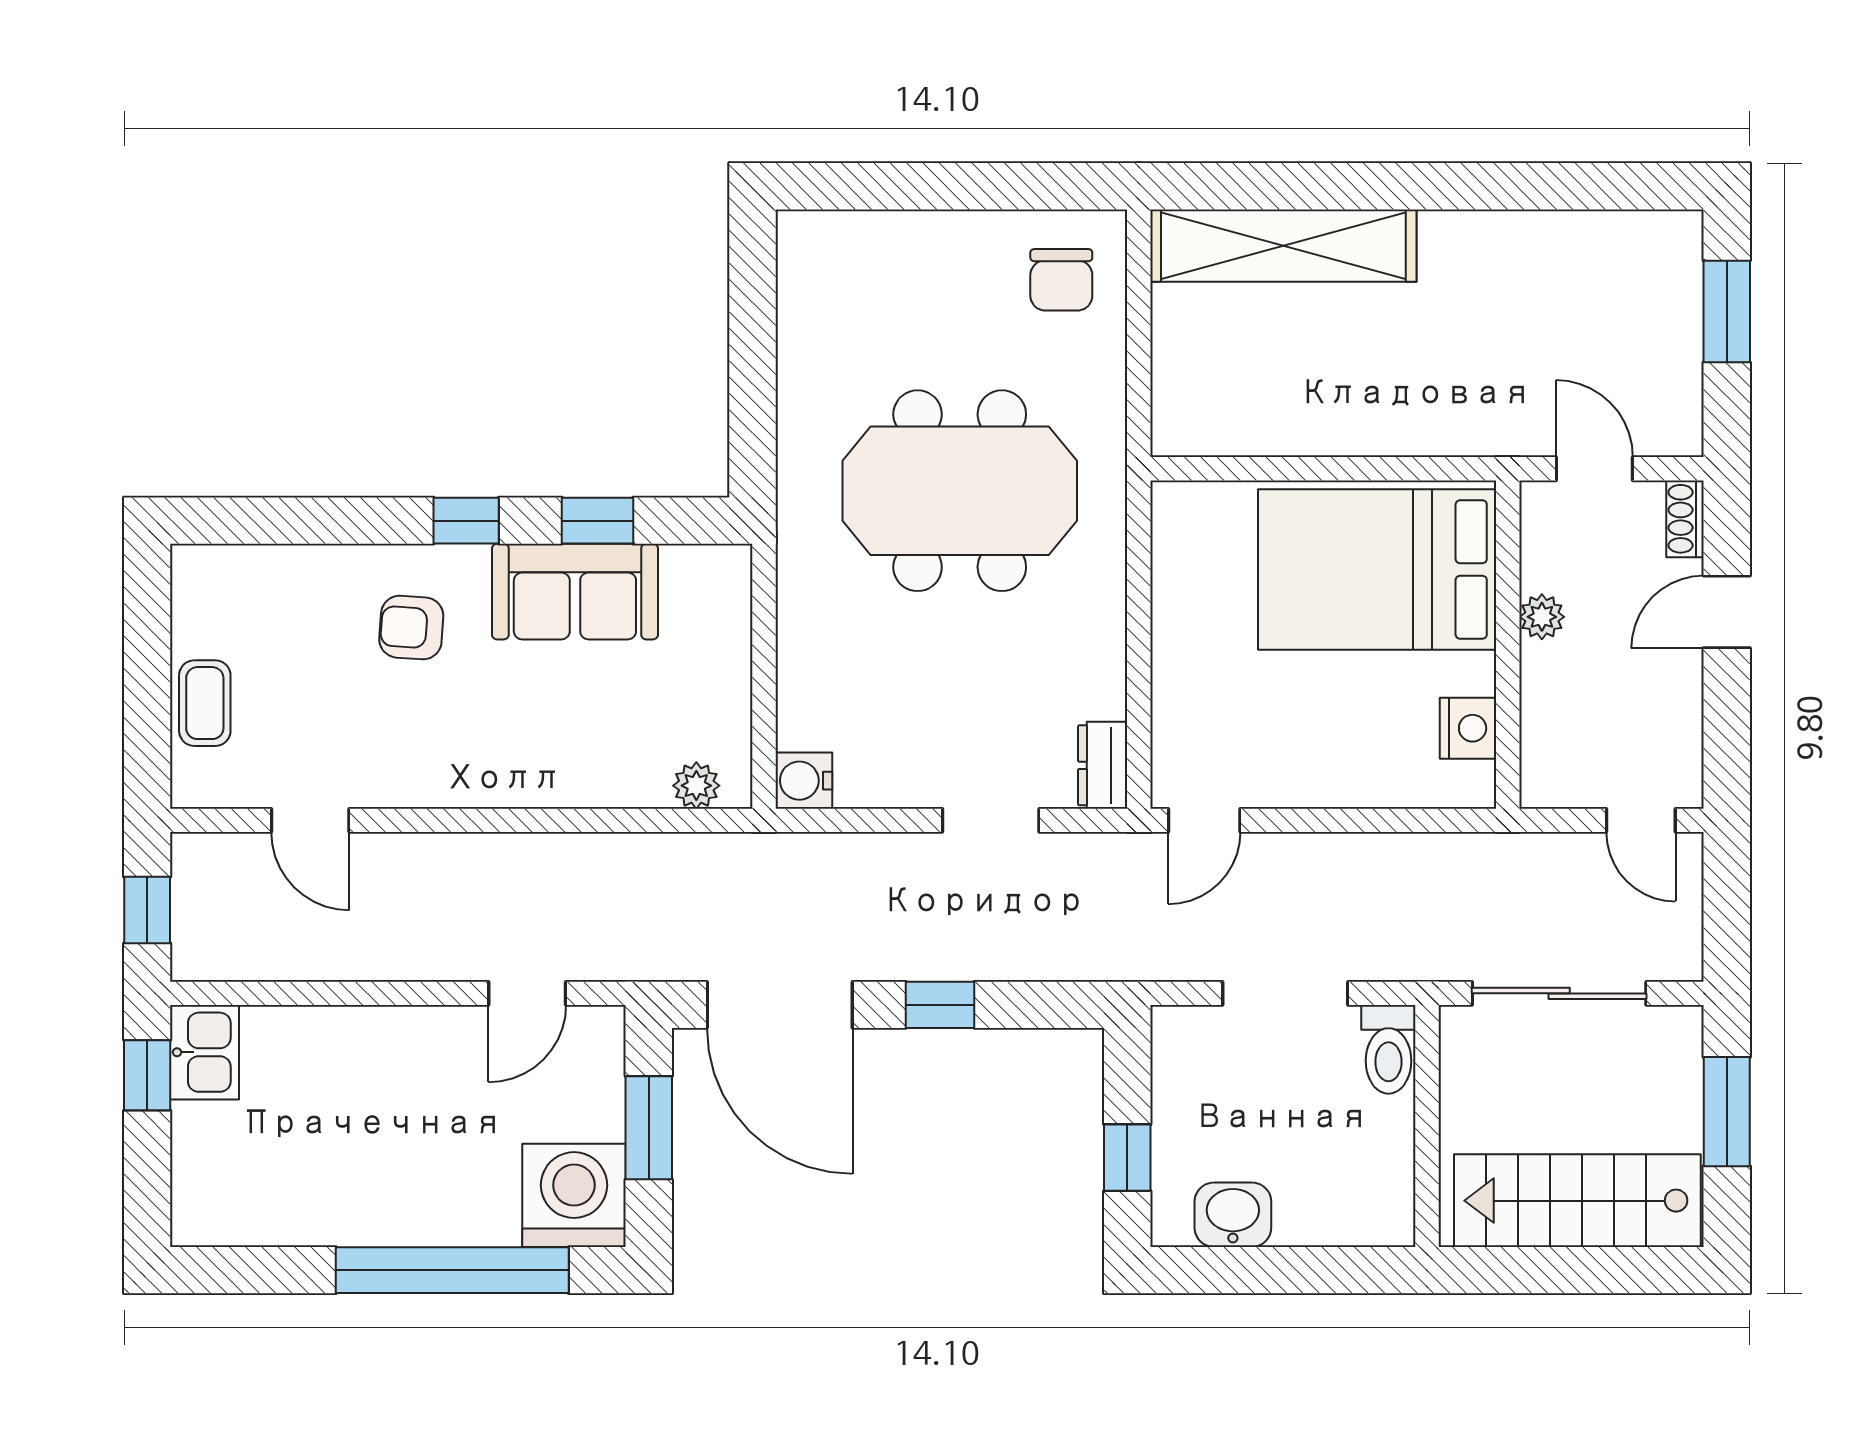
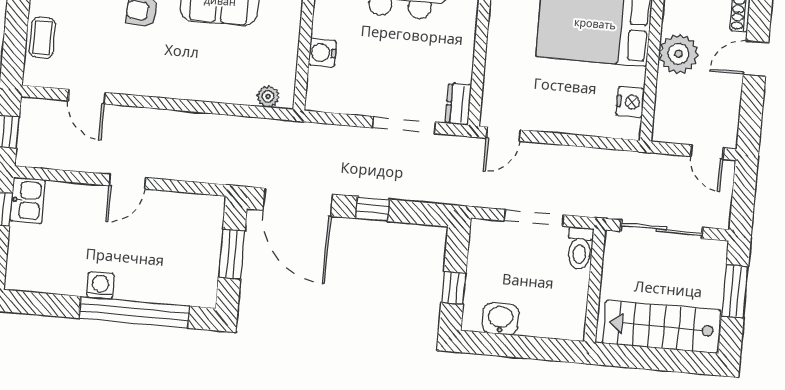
plant: (1542, 617) -> (679, 54), width x1.88, depth x1.88
water cooler: (804, 781) -> (323, 53), moved
doorway: (991, 820) -> (404, 125), width x1.38
door: (527, 993) -> (127, 182), moved
washing machine: (574, 1195) -> (100, 286), moved, width x0.53, depth x0.53

